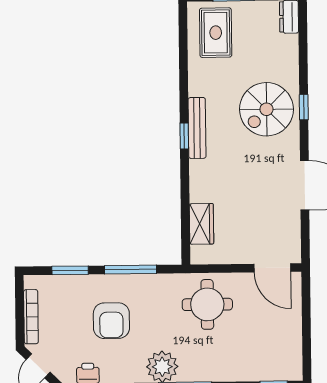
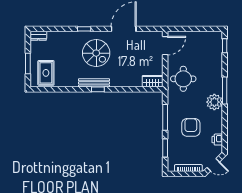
rug: (216, 33) -> (46, 73), turned 90
spiral stairs: (266, 109) -> (96, 53), moved
wardrobe: (201, 224) -> (153, 81), moved
armchair: (111, 321) -> (191, 127), turned -90

